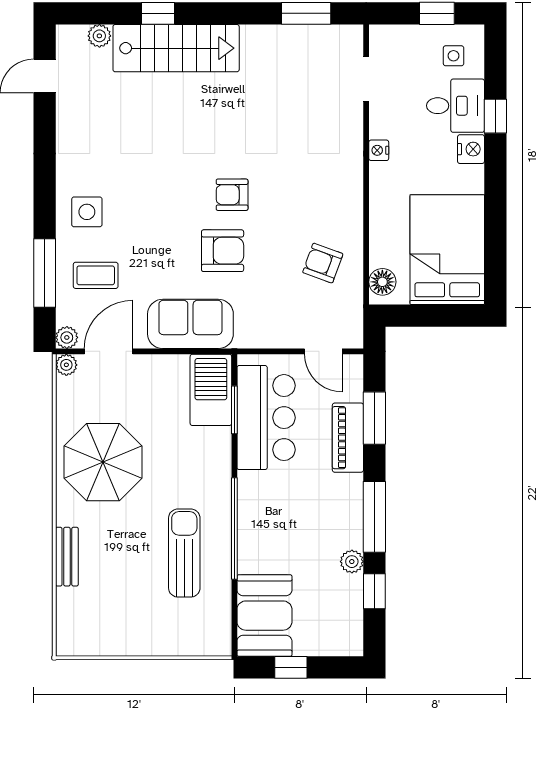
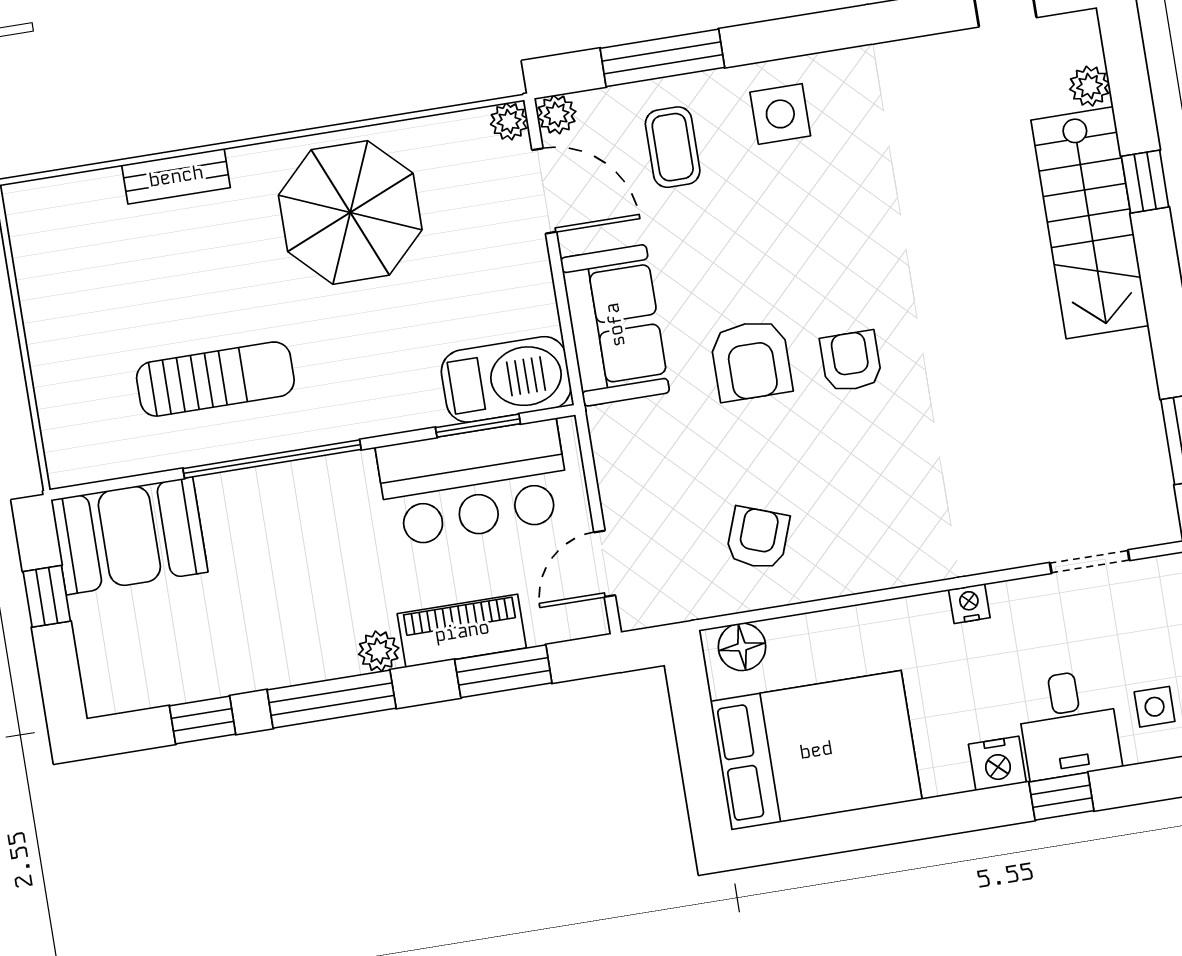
plant: (352, 562) -> (379, 651), moved

